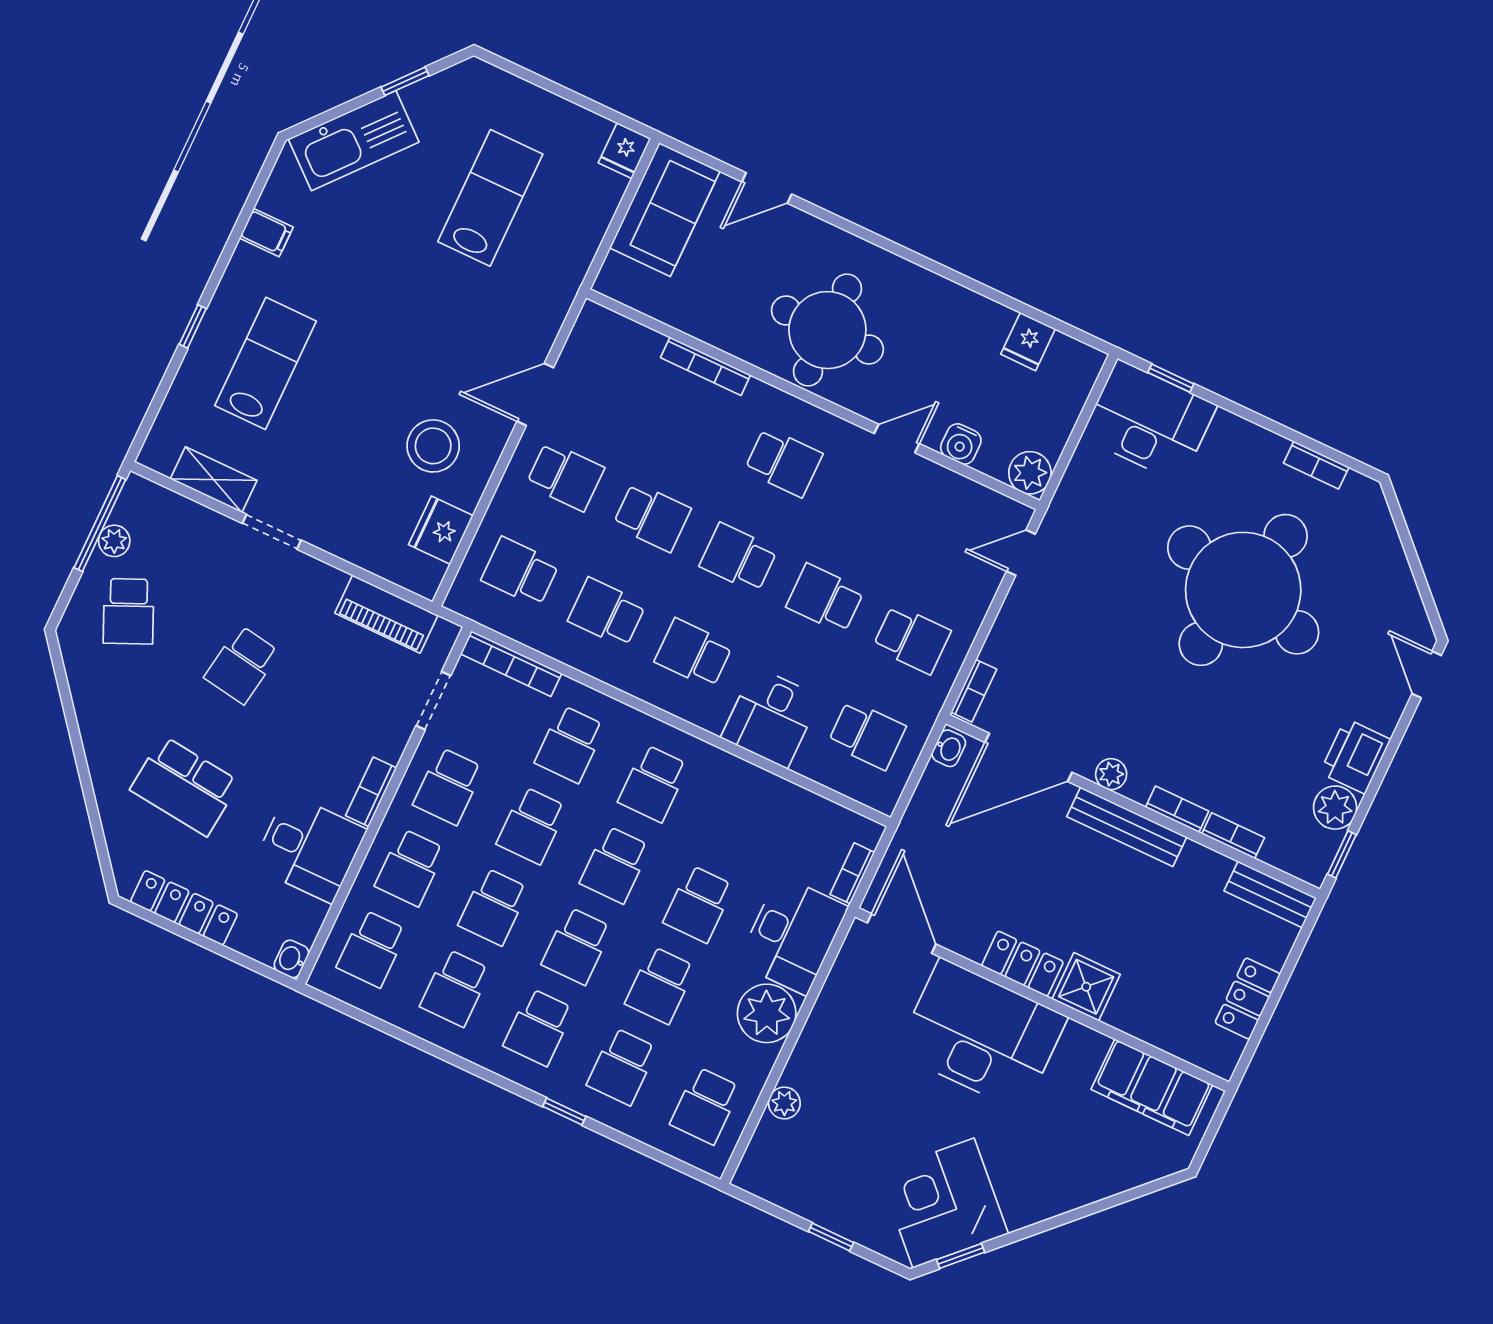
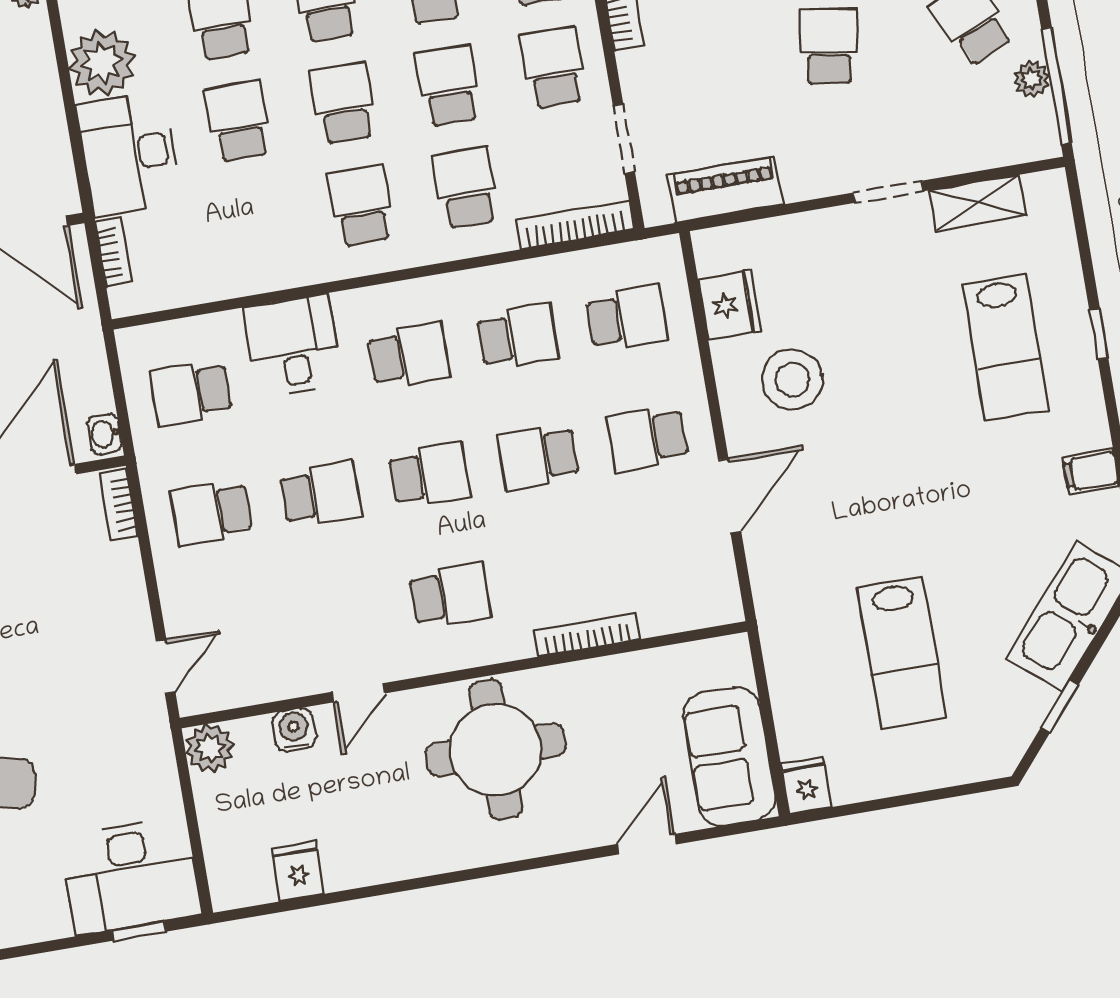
school desk: (783, 462) -> (450, 596), turned 180

